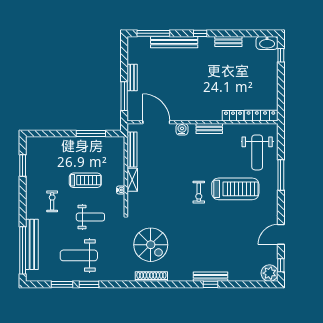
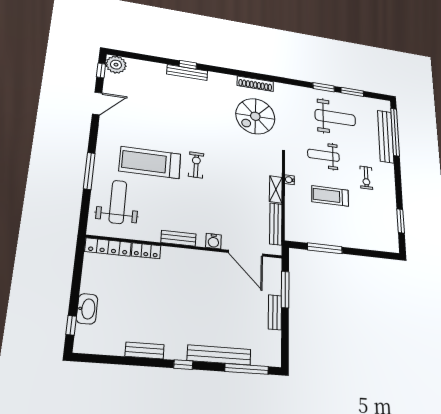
washbasin: (267, 43) -> (87, 309), moved, turned 90
spiral stairs: (151, 245) -> (255, 116), turned -90

